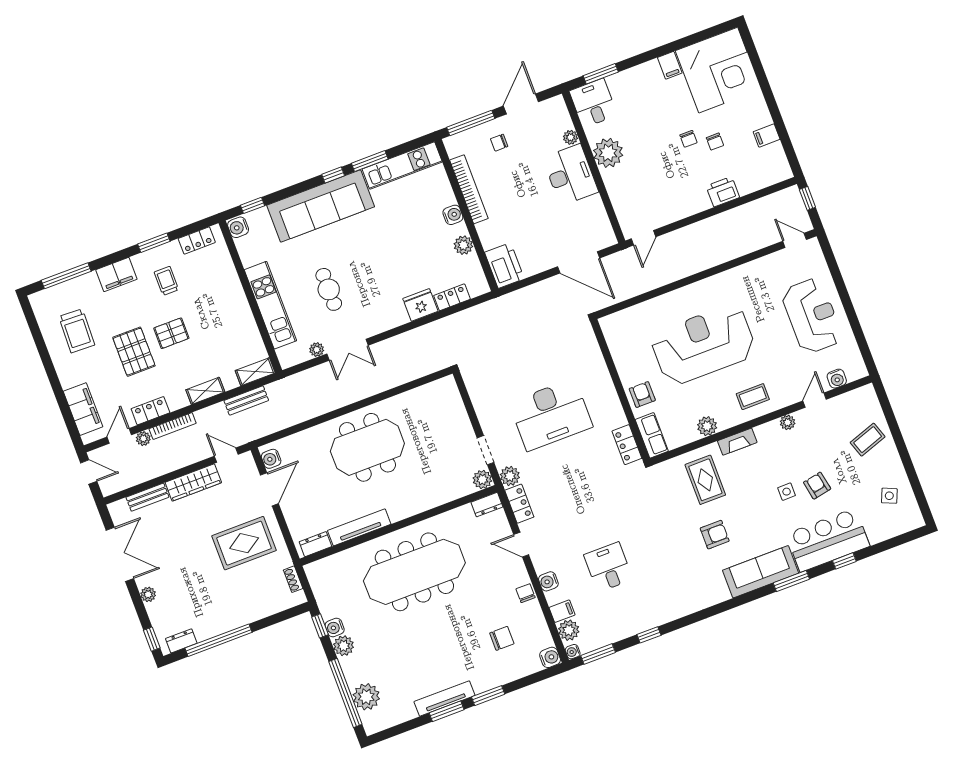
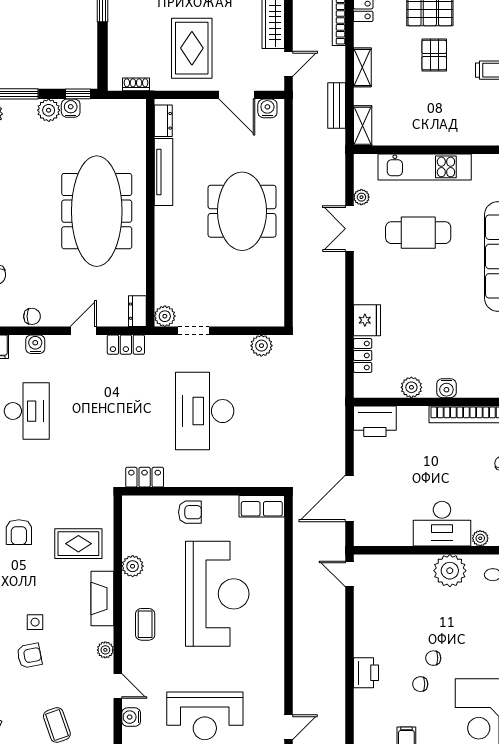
cafe table: (329, 289) -> (418, 233), width x1.37, depth x1.35
row of seats: (652, 435) -> (262, 506), moved
fireplace: (737, 442) -> (102, 598), width x1.37, depth x1.32
plant: (510, 476) -> (261, 346), moved
desk: (608, 567) -> (27, 411), width x1.37

